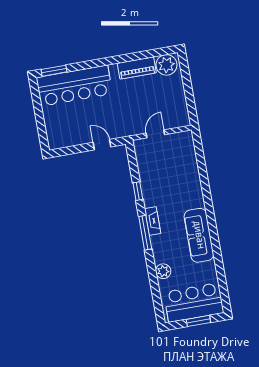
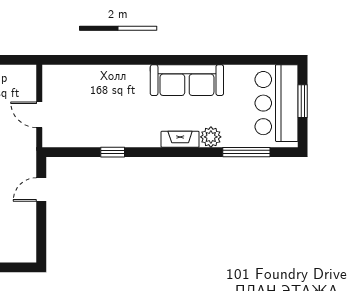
fireplace: (153, 221) -> (180, 139), moved
window: (145, 233) -> (246, 152), moved
plant: (163, 271) -> (211, 137), moved

